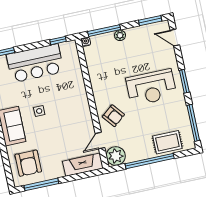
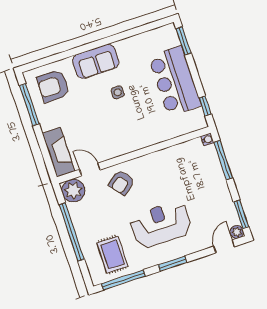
plant: (120, 35) -> (237, 232), moved
reception desk: (151, 87) -> (161, 224), turned 90
rug: (167, 142) -> (112, 255), moved

